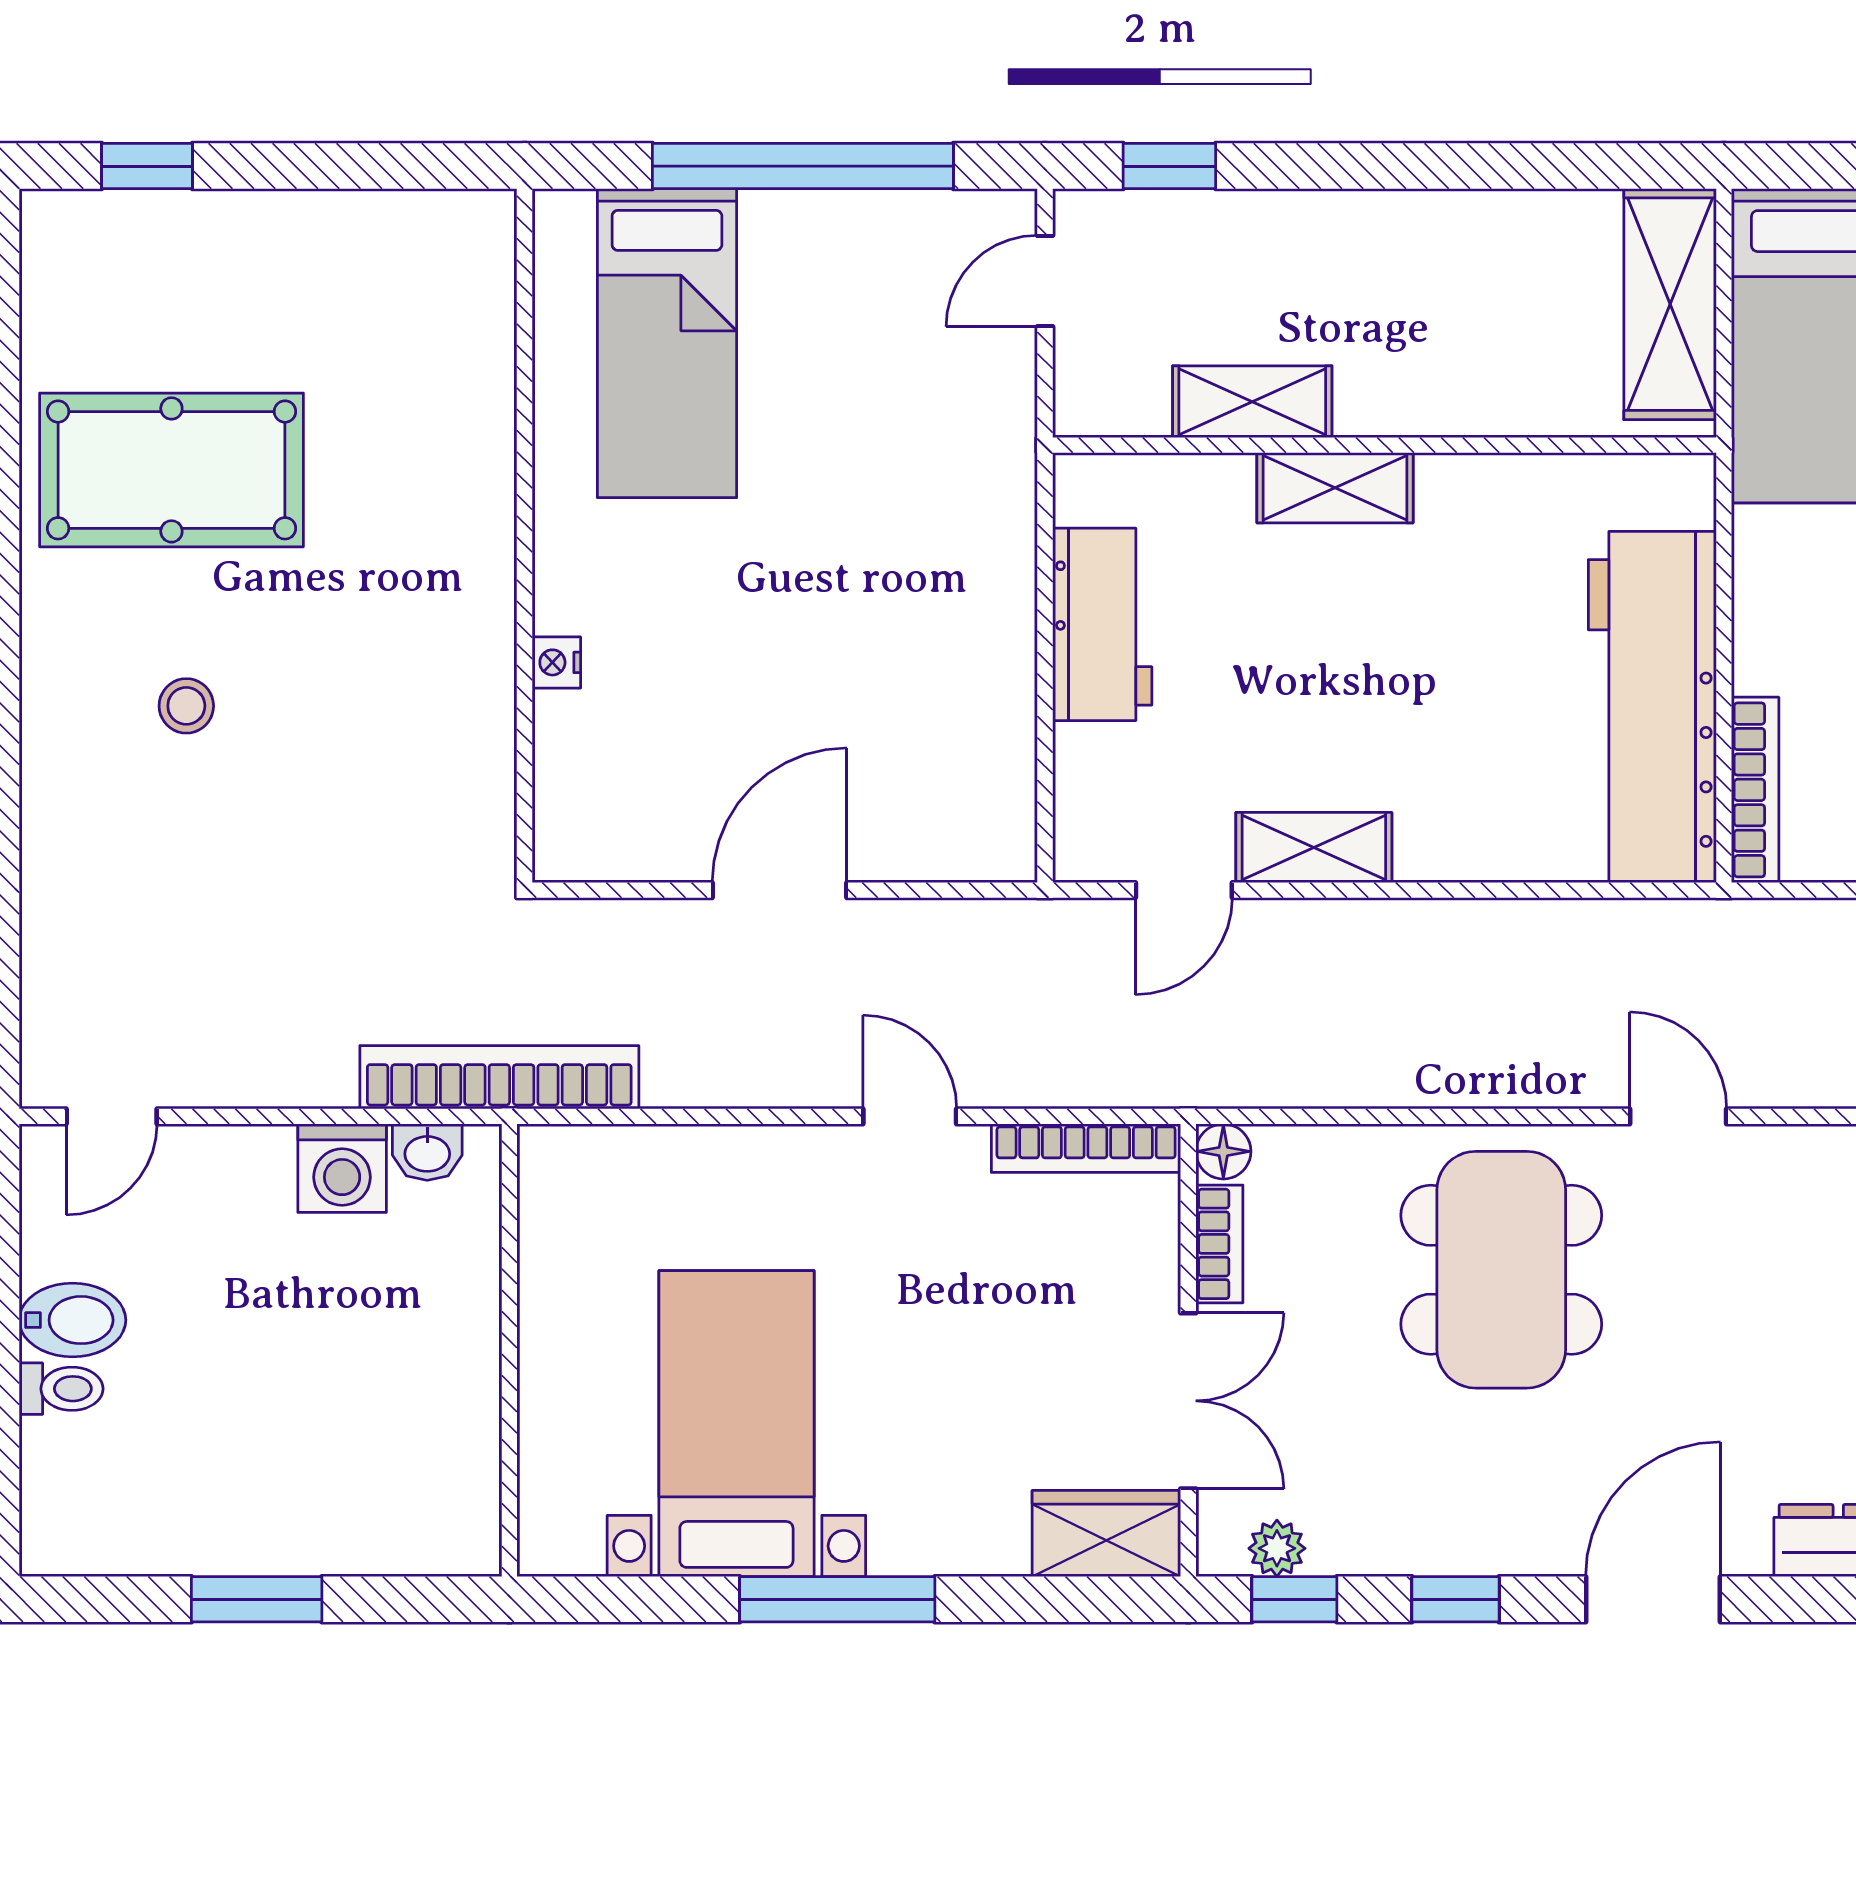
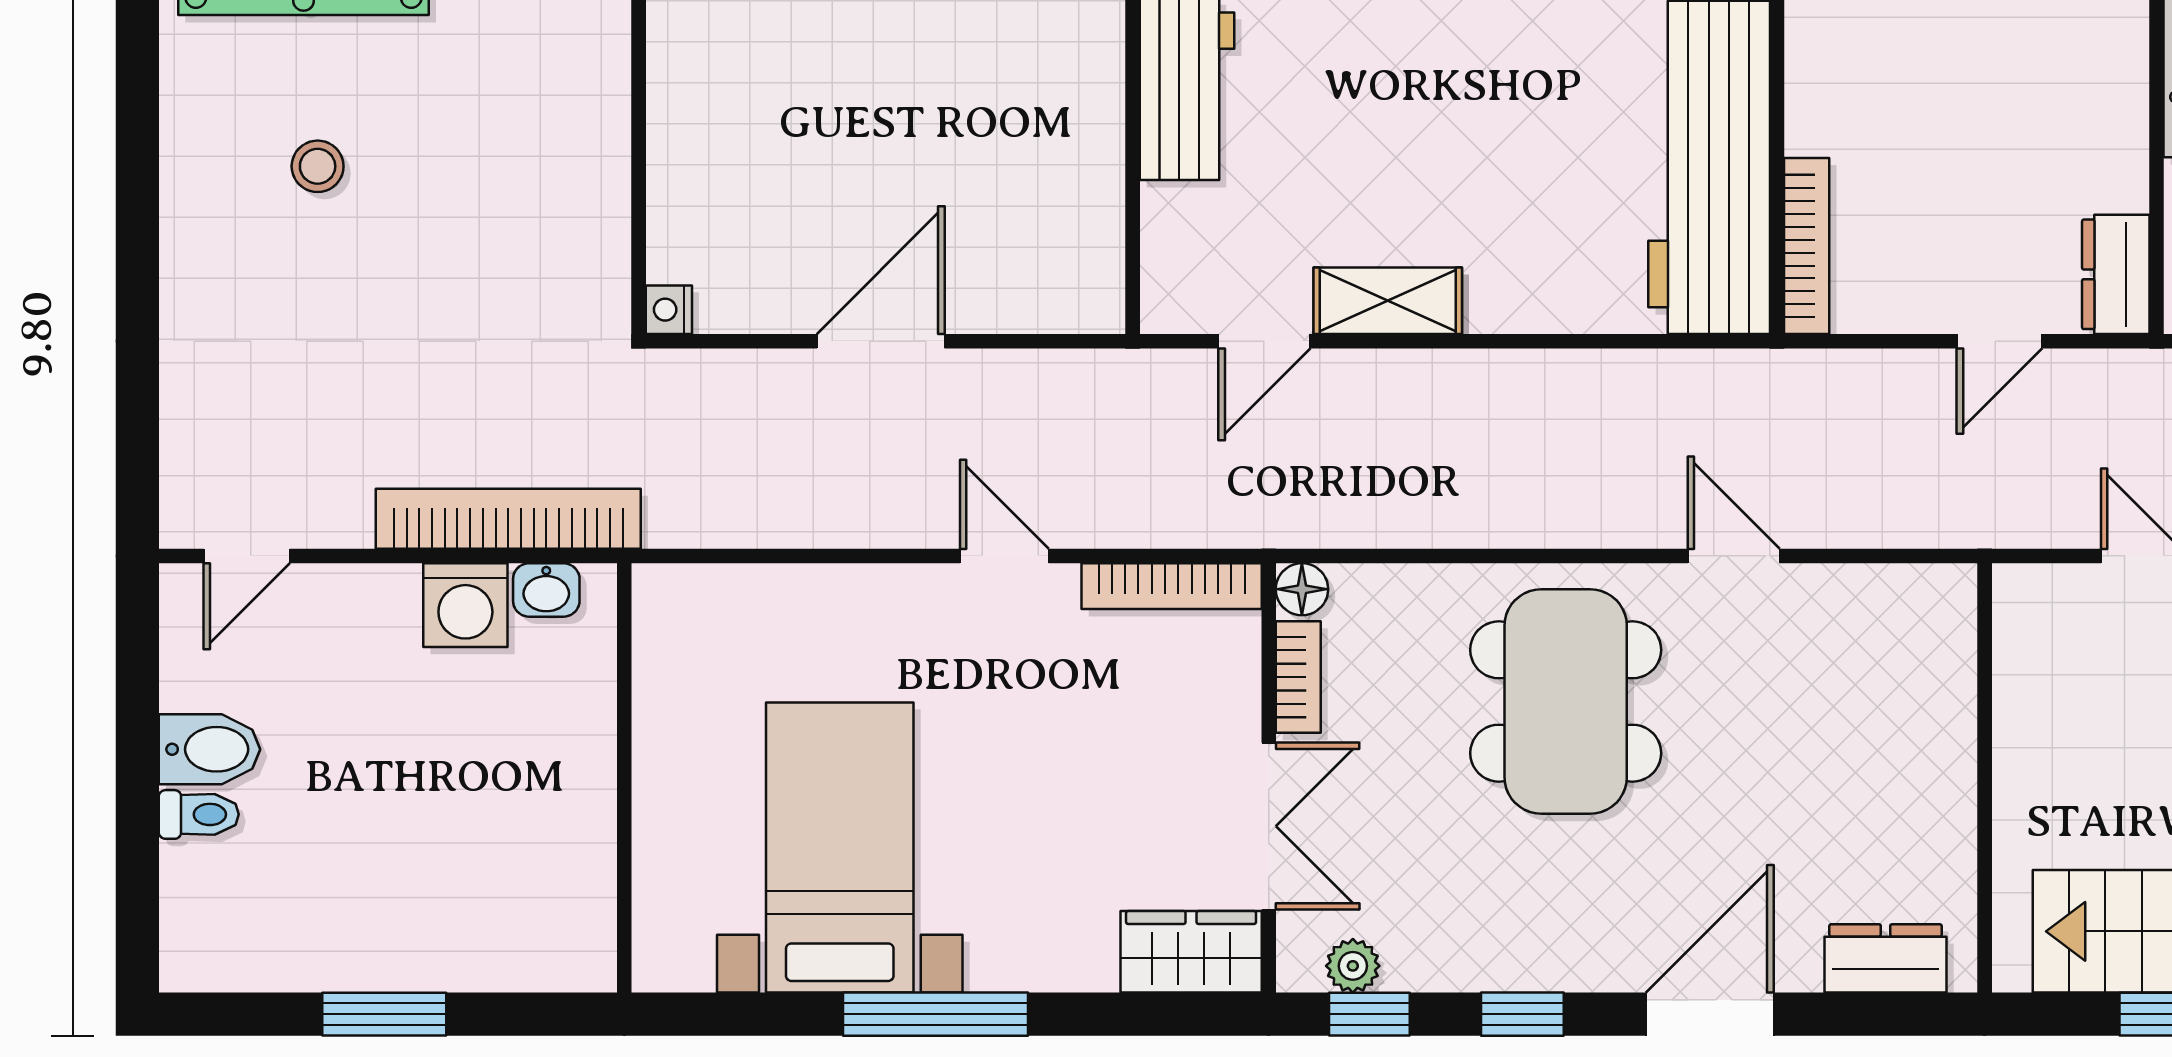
nightstand: (556, 662) -> (669, 310), moved
bookcase: (499, 1077) -> (508, 519), moved

